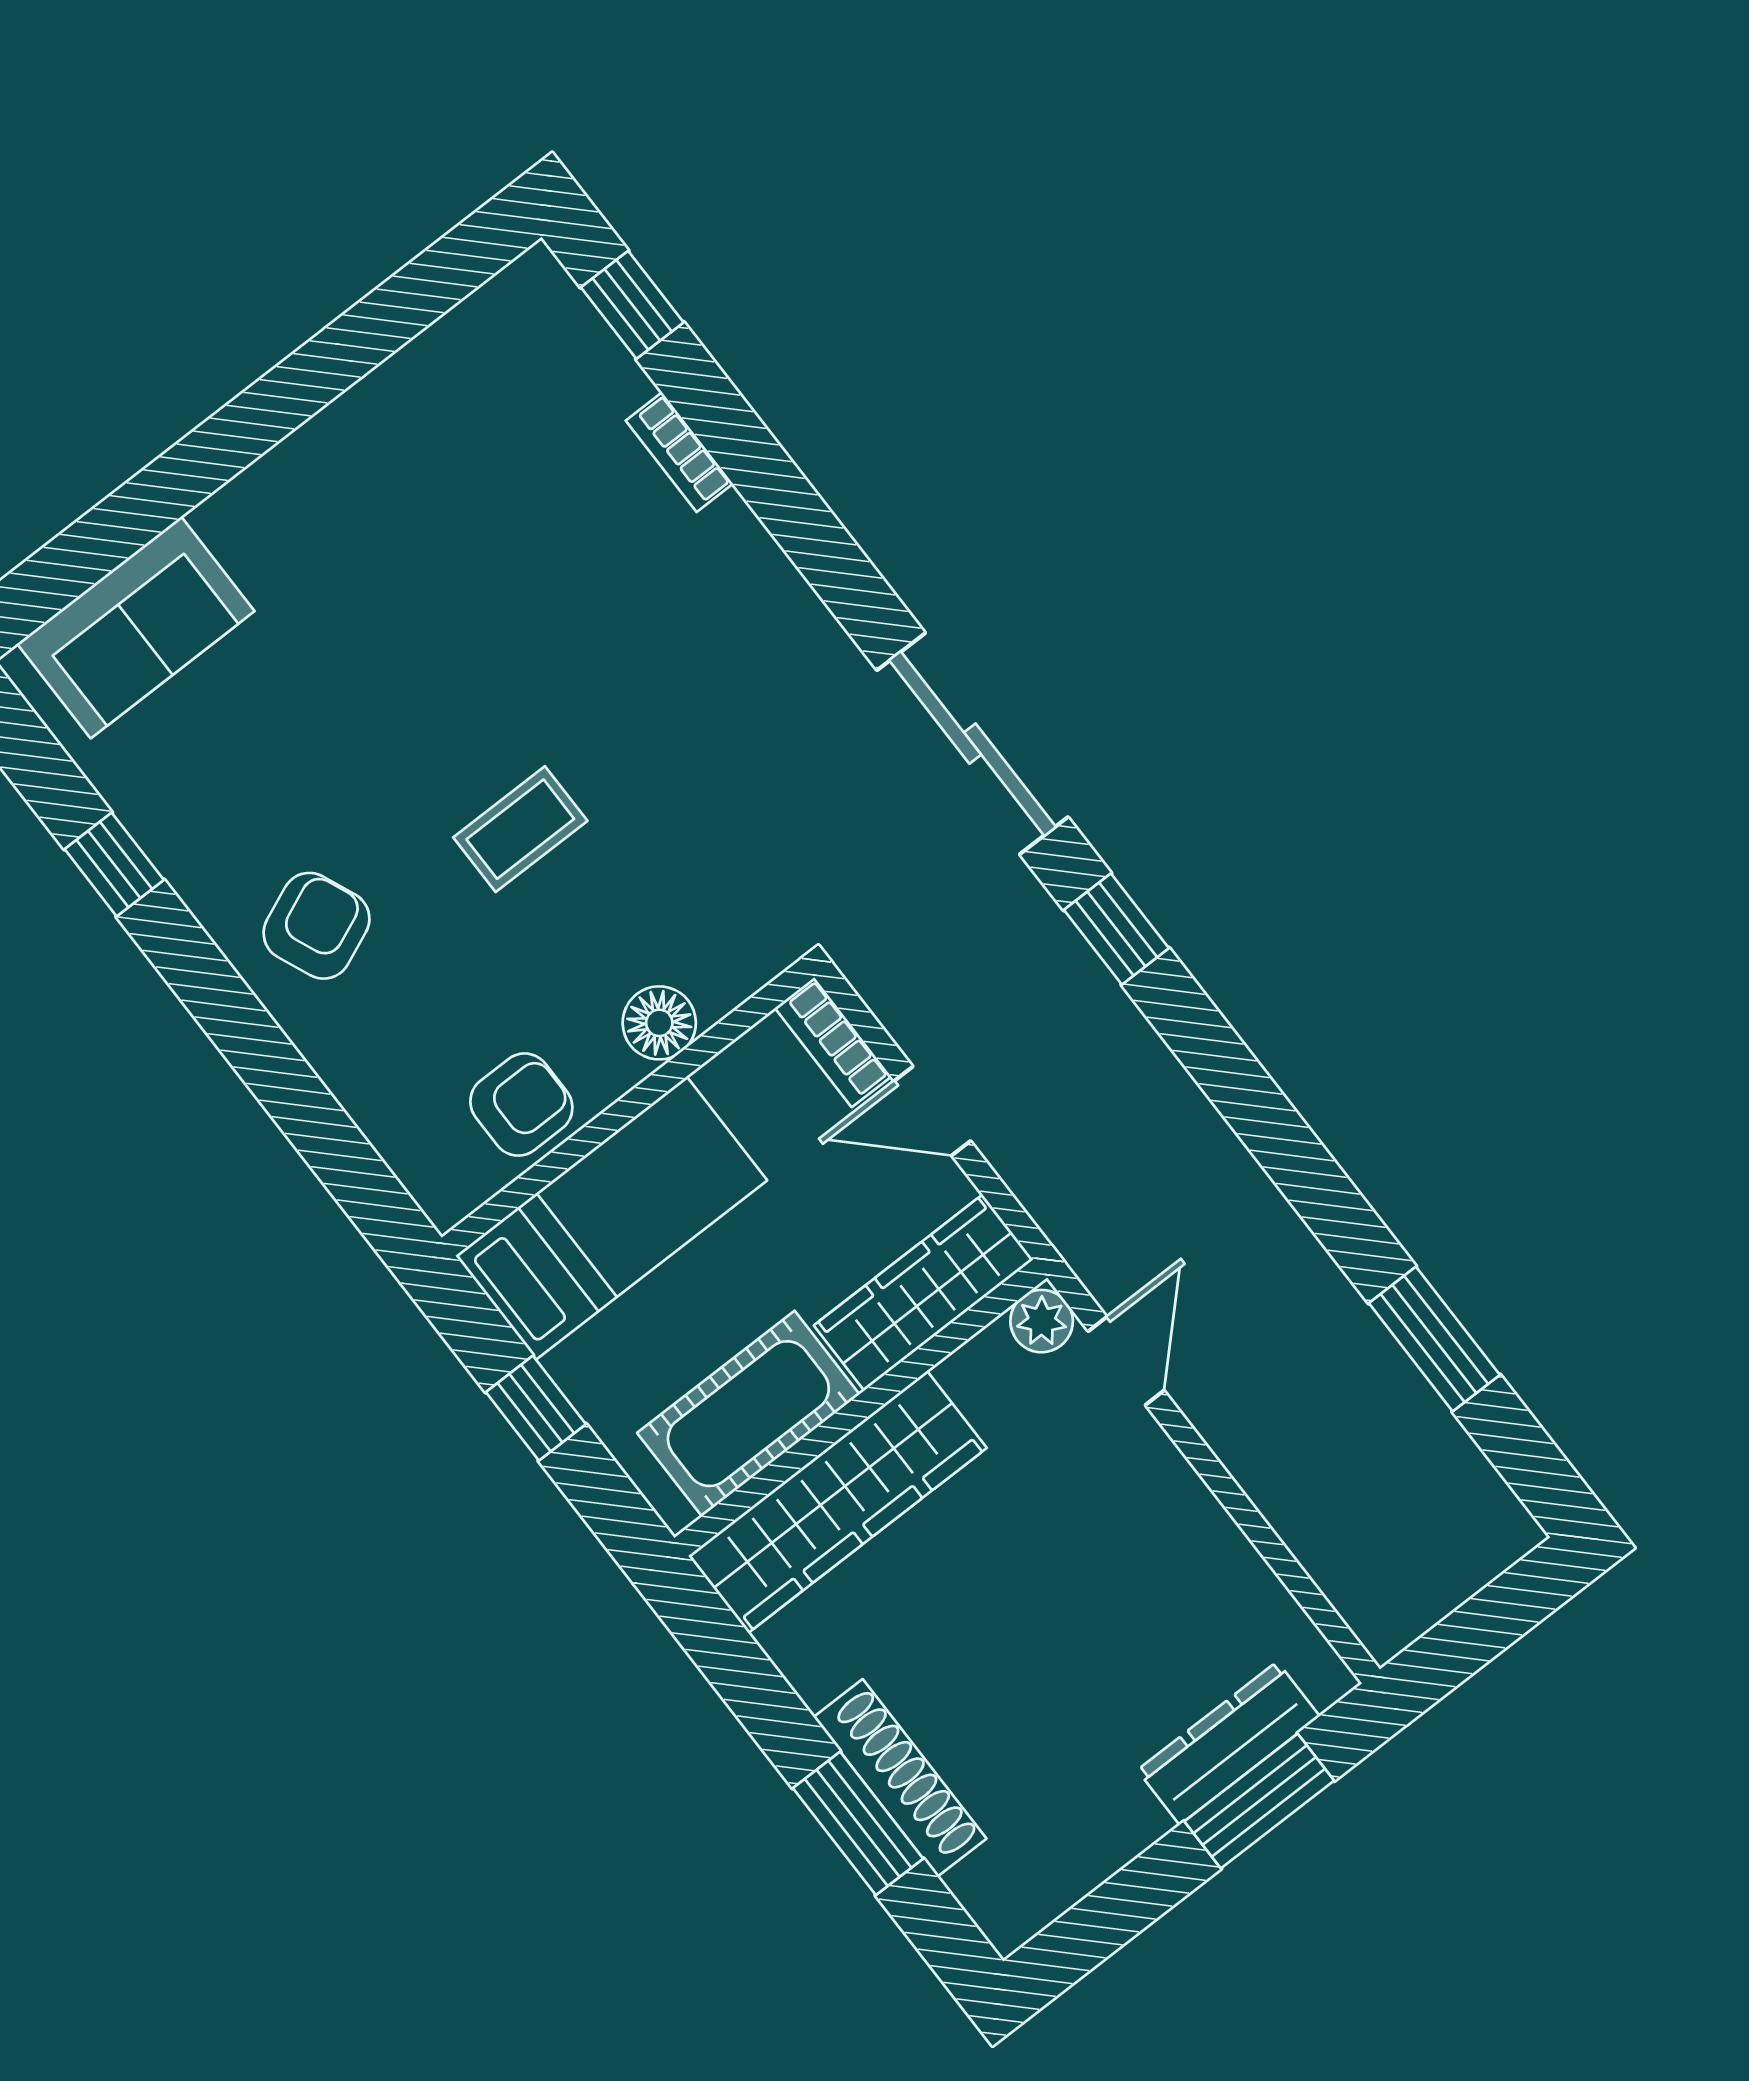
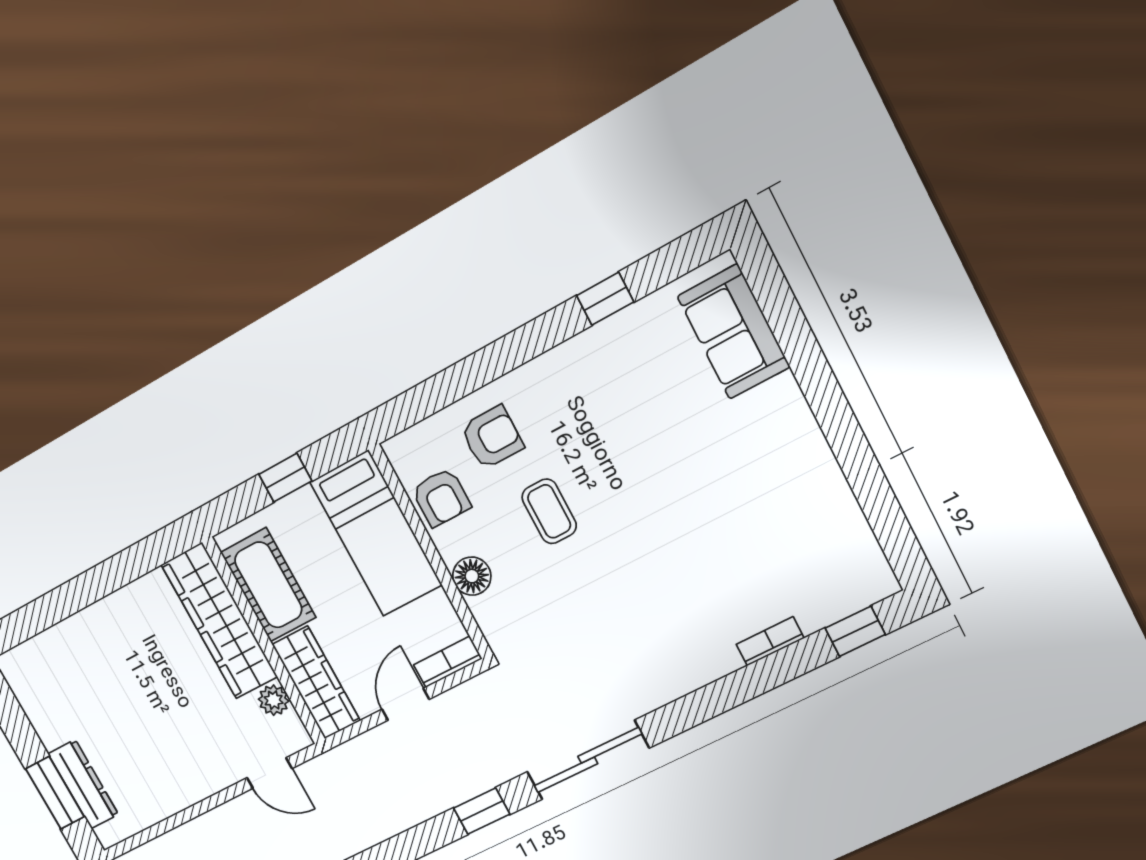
coffee table: (520, 829) -> (549, 511), moved
armchair: (316, 926) -> (492, 437), moved, turned -67
plant: (1042, 1321) -> (274, 700), moved
shoe rack: (900, 1778) -> (83, 626), removed
window: (858, 1823) -> (64, 602), removed

